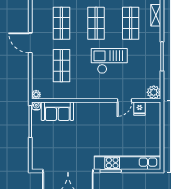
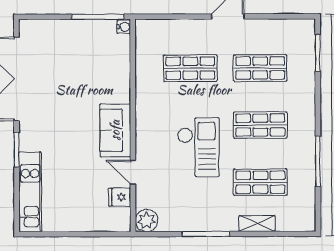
shelving: (156, 15) -> (257, 223), moved
plant: (36, 95) -> (142, 26), removed
sofa: (57, 111) -> (115, 130), moved
kitchen unit: (127, 163) -> (30, 192), width x0.73

